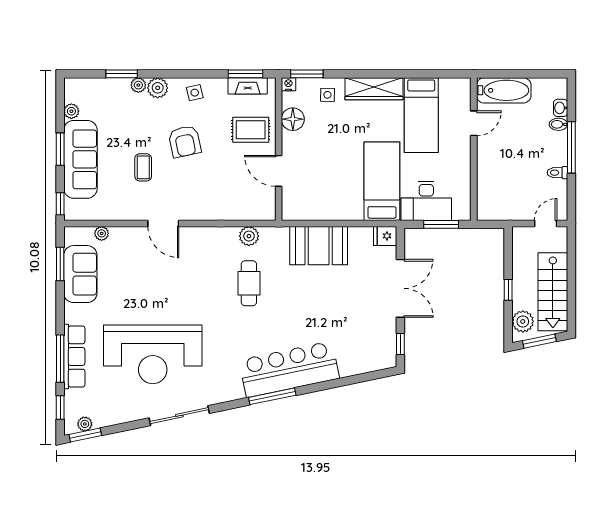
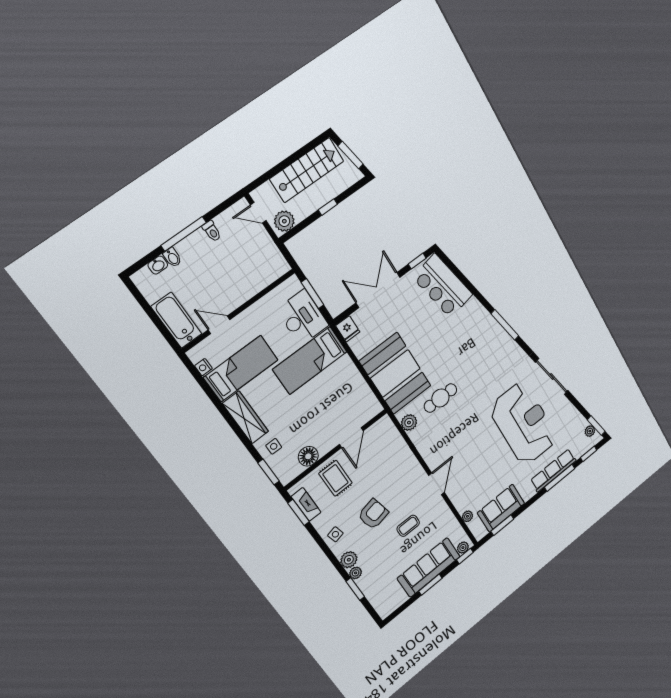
nightstand: (288, 84) -> (203, 367), moved
plant: (71, 111) -> (463, 548), moved
booth: (319, 246) -> (395, 373), width x1.36, depth x1.42
plant: (523, 321) -> (284, 221), moved
bar counter: (289, 369) -> (443, 286), moved, width x0.73

